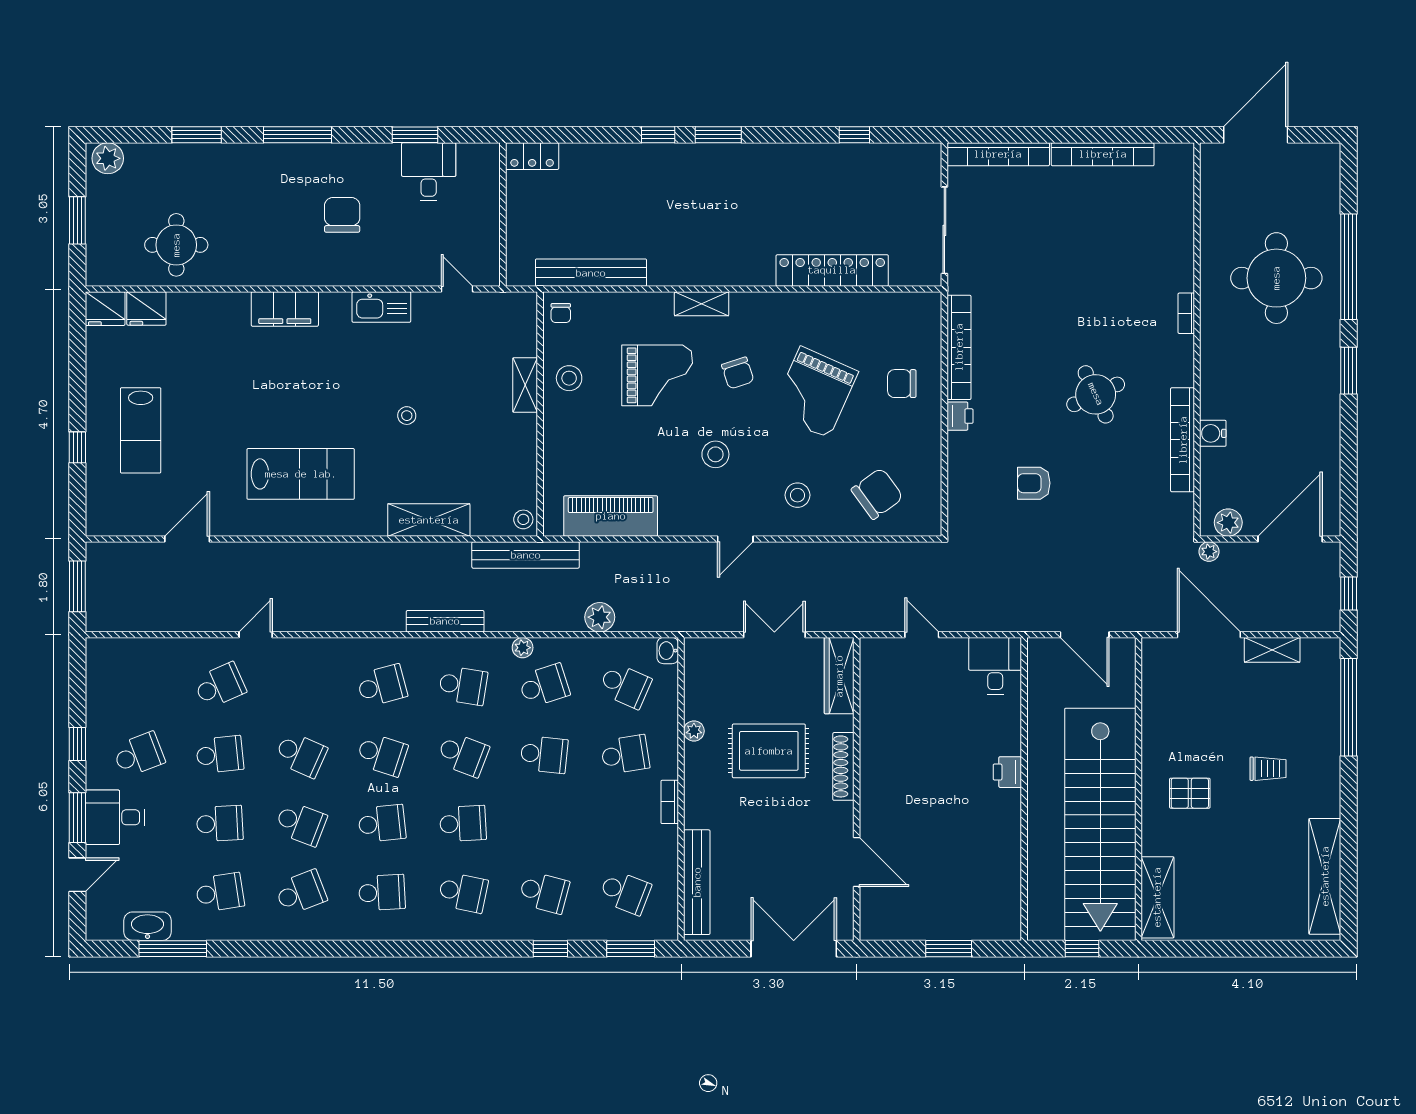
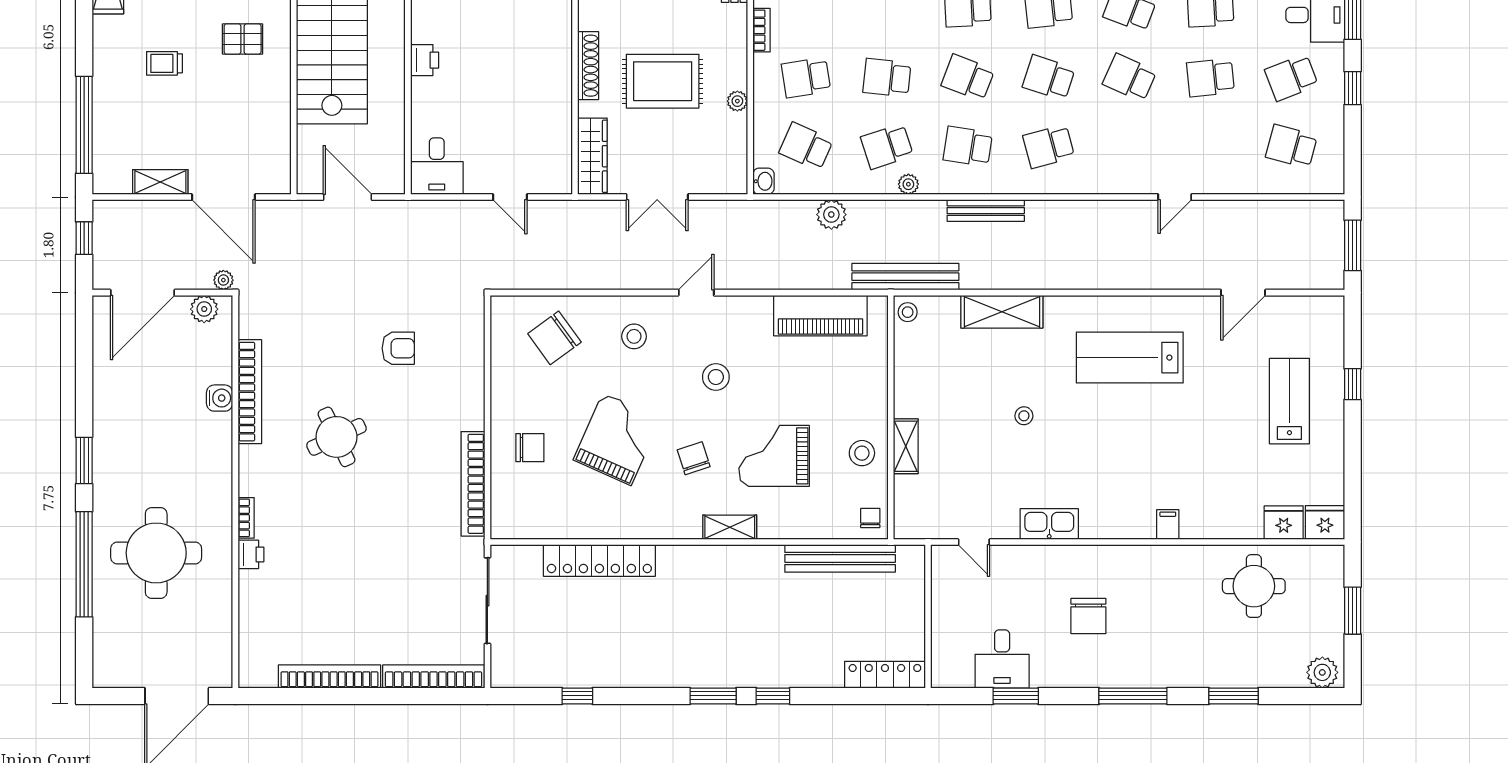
locker: (532, 156) -> (885, 675), width x1.53
filing cabinet: (285, 309) -> (1168, 525), width x0.33, depth x0.86
printer: (960, 416) -> (251, 554), moved, turned 180
school desk: (220, 686) -> (1291, 146), moved, turned 39

